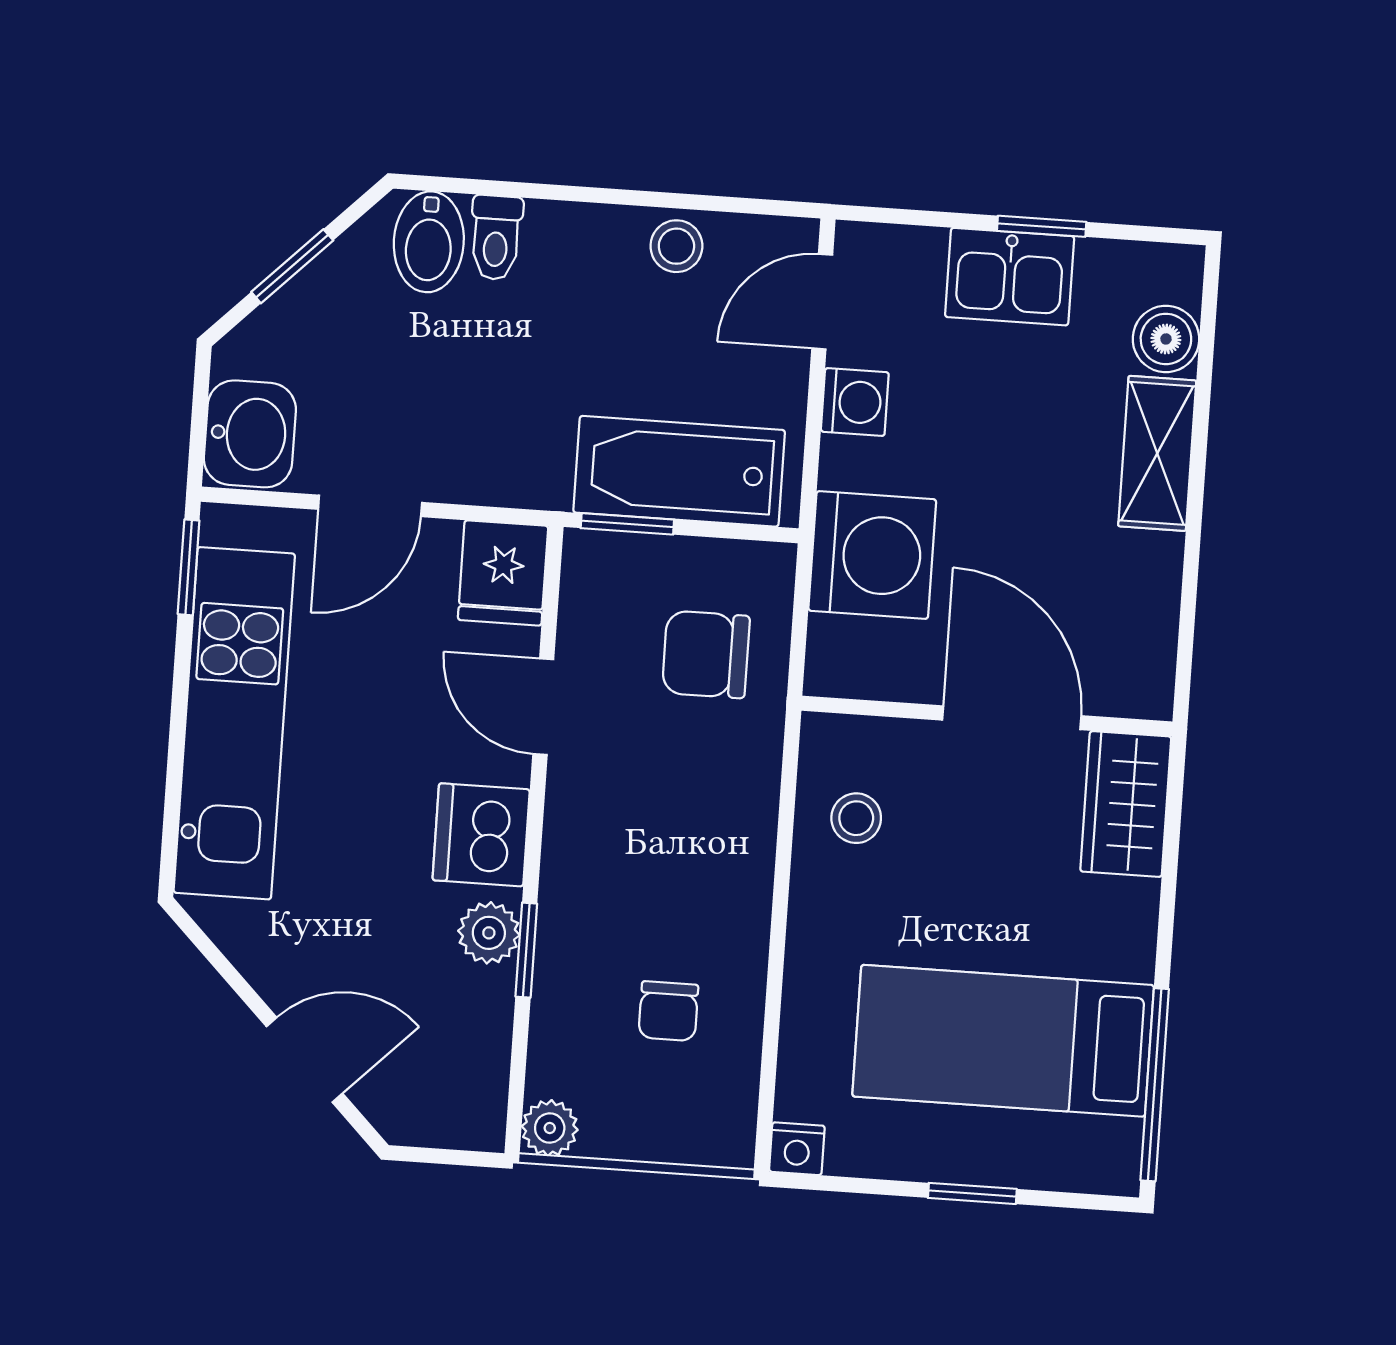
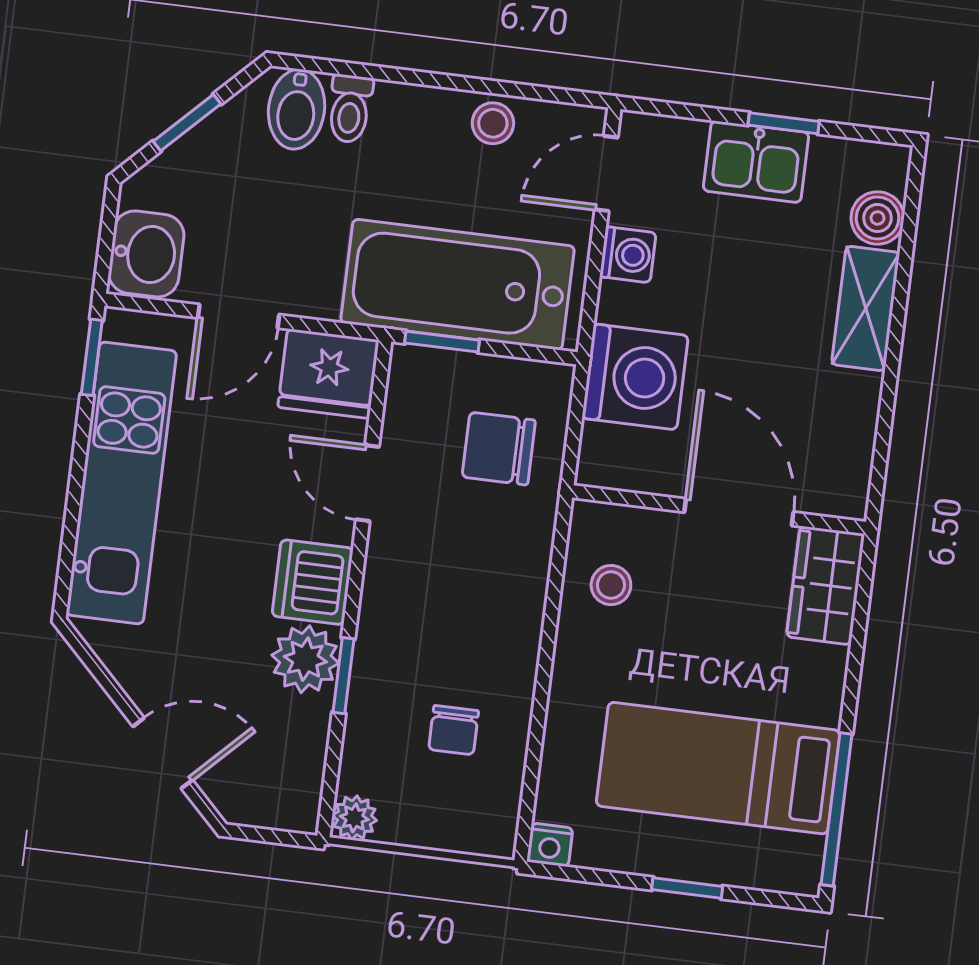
bathtub: (679, 471) -> (458, 284), width x1.36, depth x1.36
fridge: (503, 573) -> (328, 374), width x1.38
plant: (489, 933) -> (305, 659), width x1.38, depth x1.38

